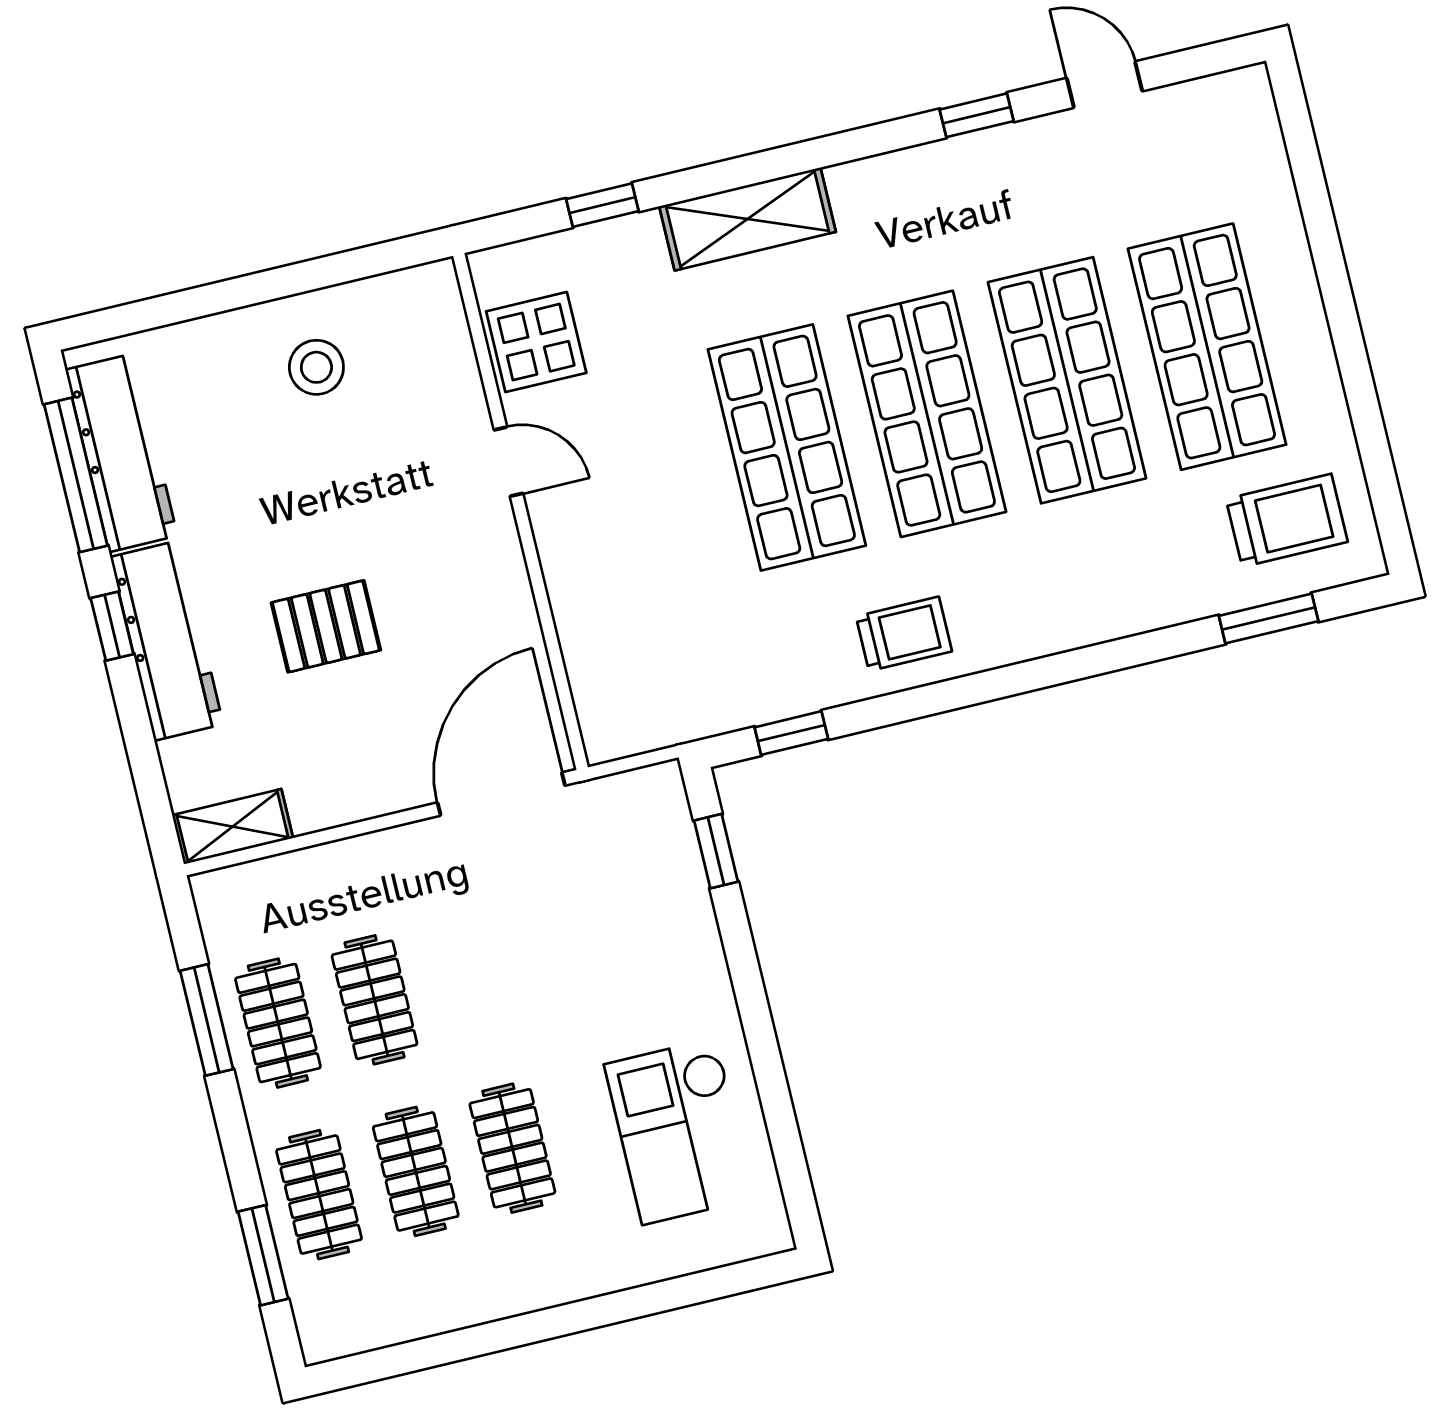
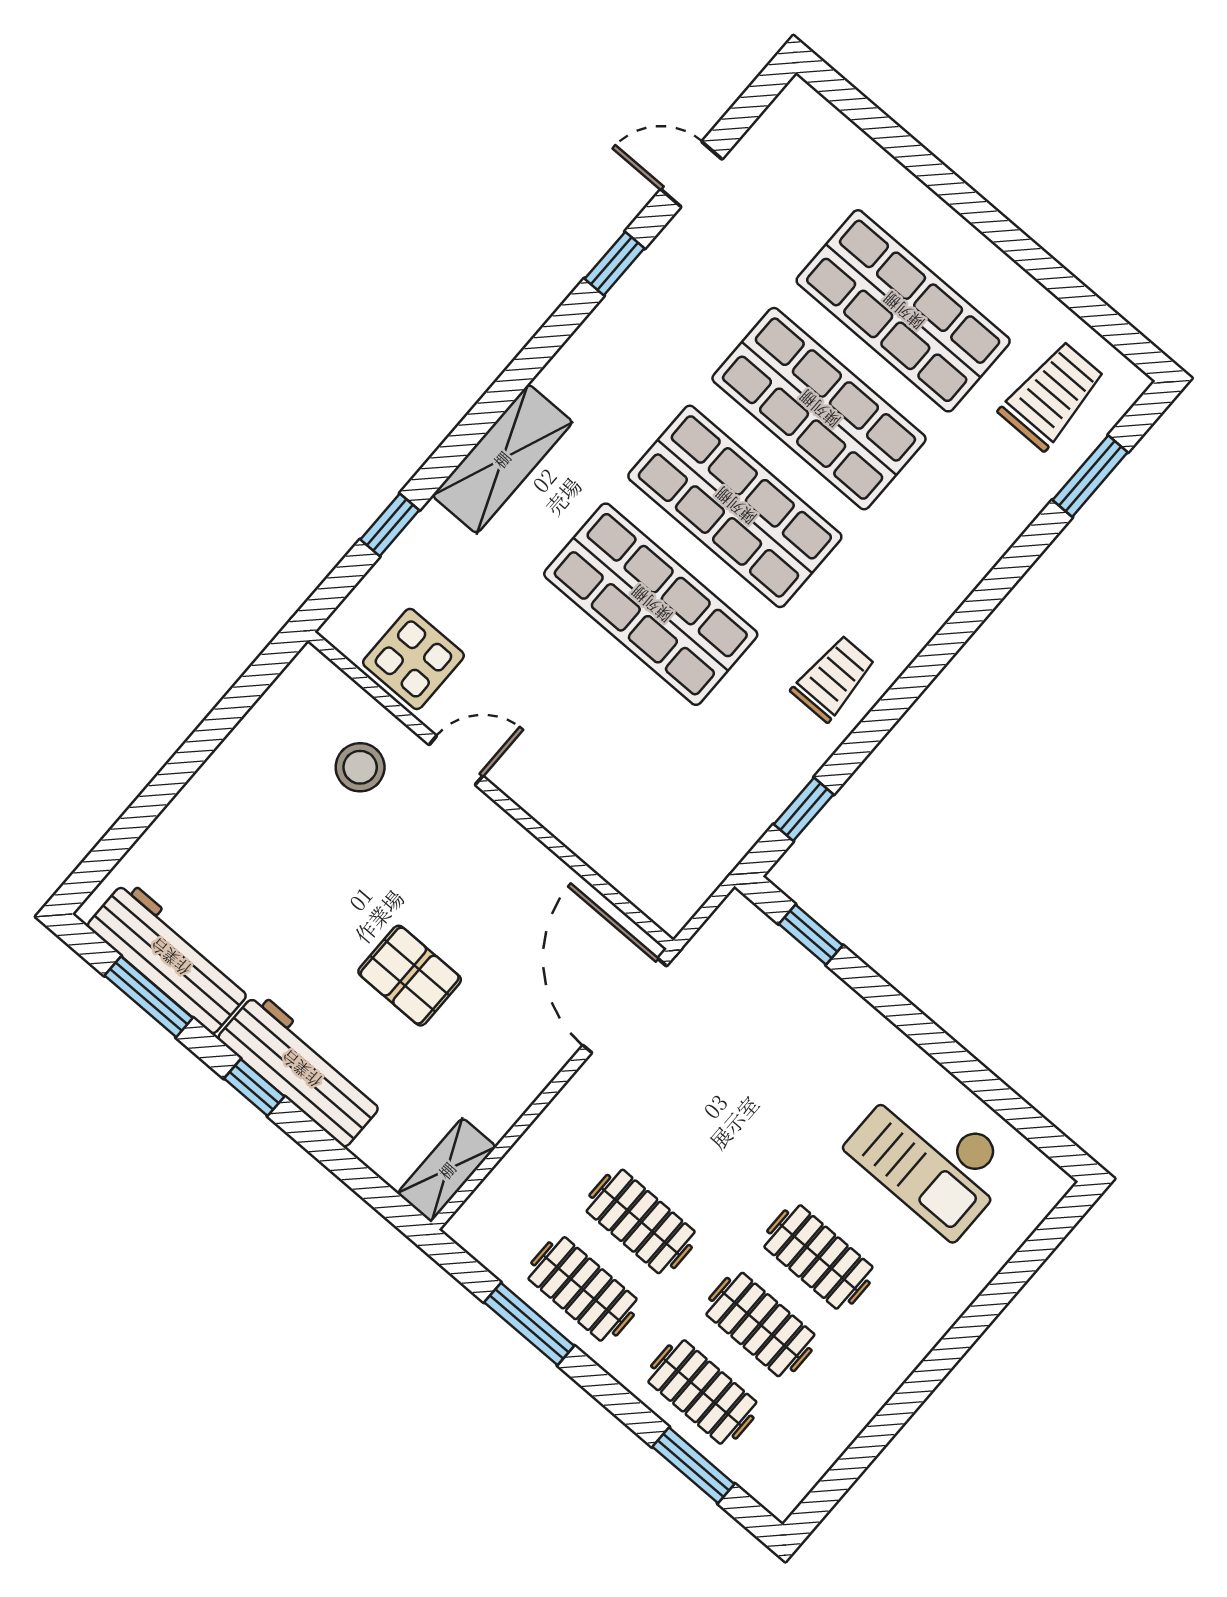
stool: (316, 367) -> (360, 767), moved
window: (76, 475) -> (149, 997), width x0.69
pallet: (326, 626) -> (410, 976), turned 90

